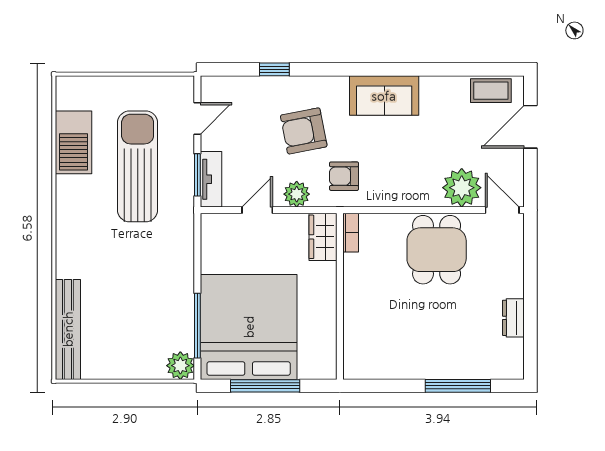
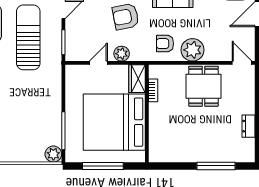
armchair: (344, 176) -> (165, 44), moved
tv unit: (211, 179) -> (71, 45), removed
plant: (462, 188) -> (193, 50), moved
bookcase: (351, 233) -> (153, 90), moved
bed: (249, 327) -> (114, 122), moved, turned -90

